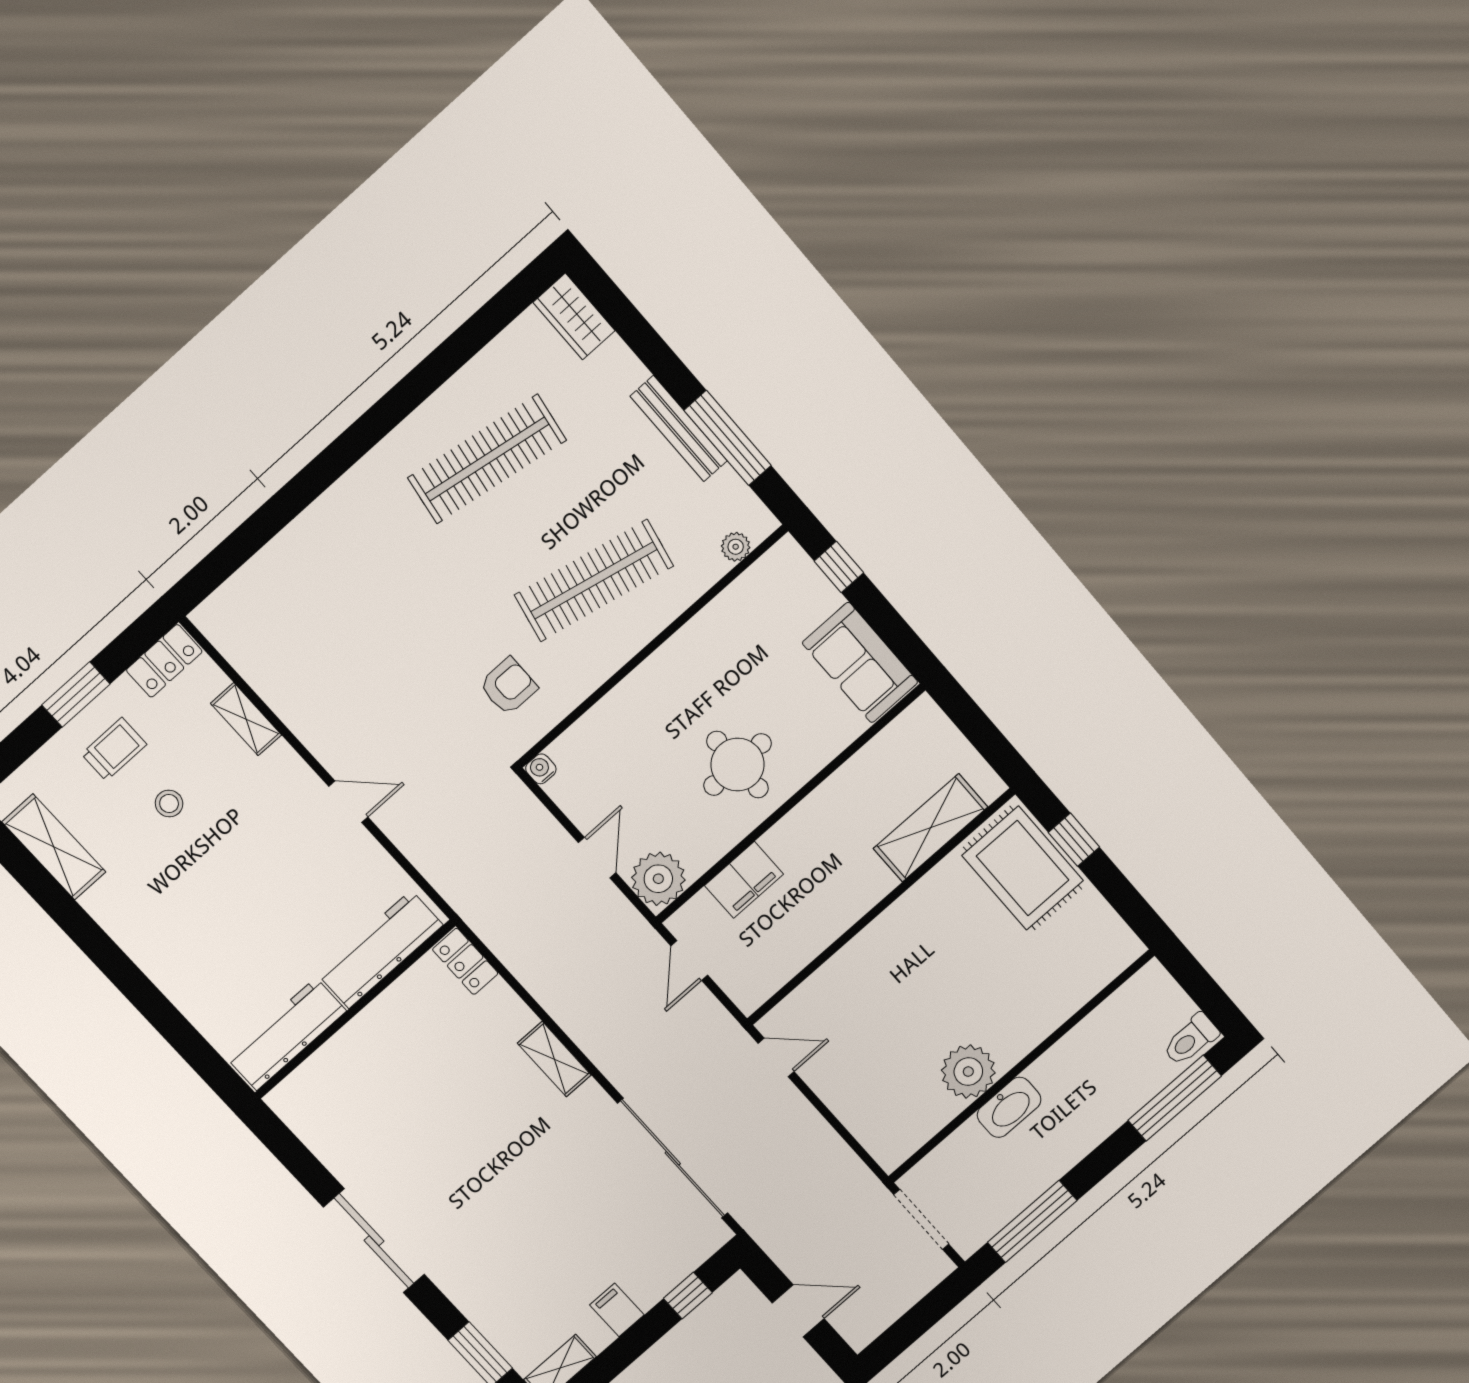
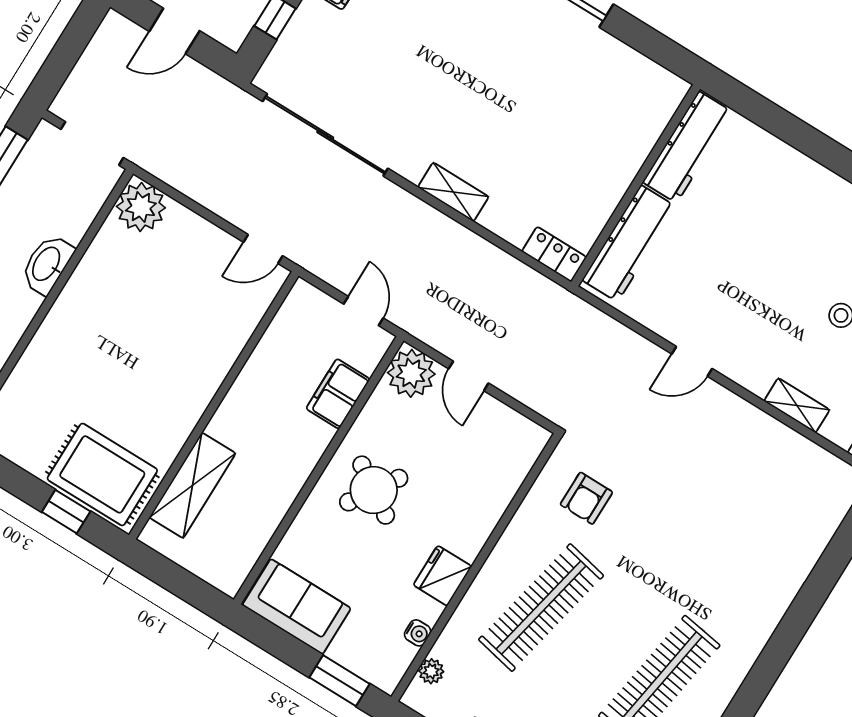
window: (839, 567) -> (340, 681), width x1.50
fridge: (691, 648) -> (442, 576), added
round table: (737, 765) -> (374, 490), turned 33
water cooler: (541, 769) -> (418, 633), moved
plant: (968, 1072) -> (141, 207), moved

